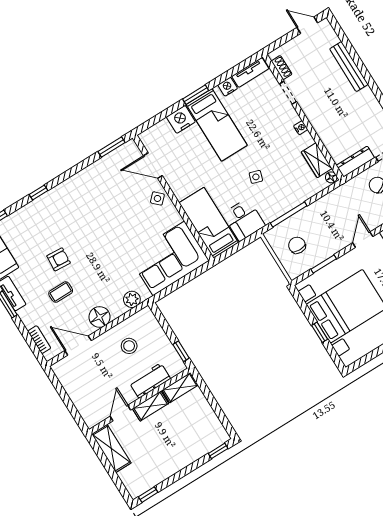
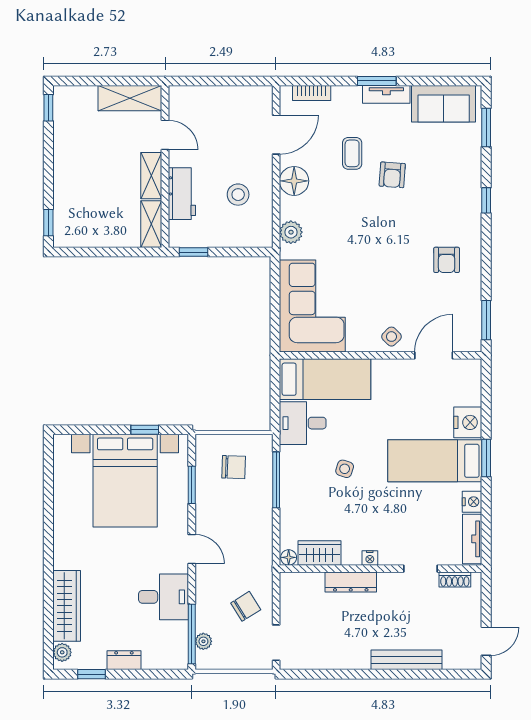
dresser: (355, 162) -> (351, 582), moved, turned 90
armchair: (90, 194) -> (447, 260), added
window: (320, 332) -> (145, 430), moved

